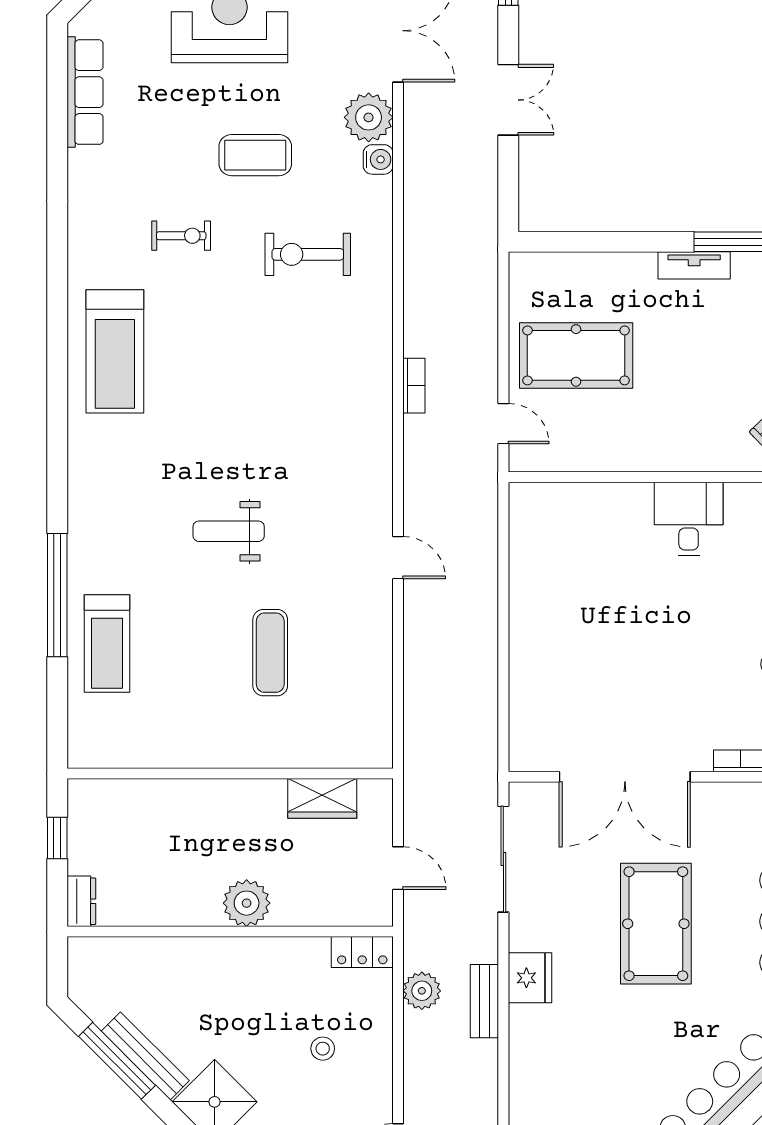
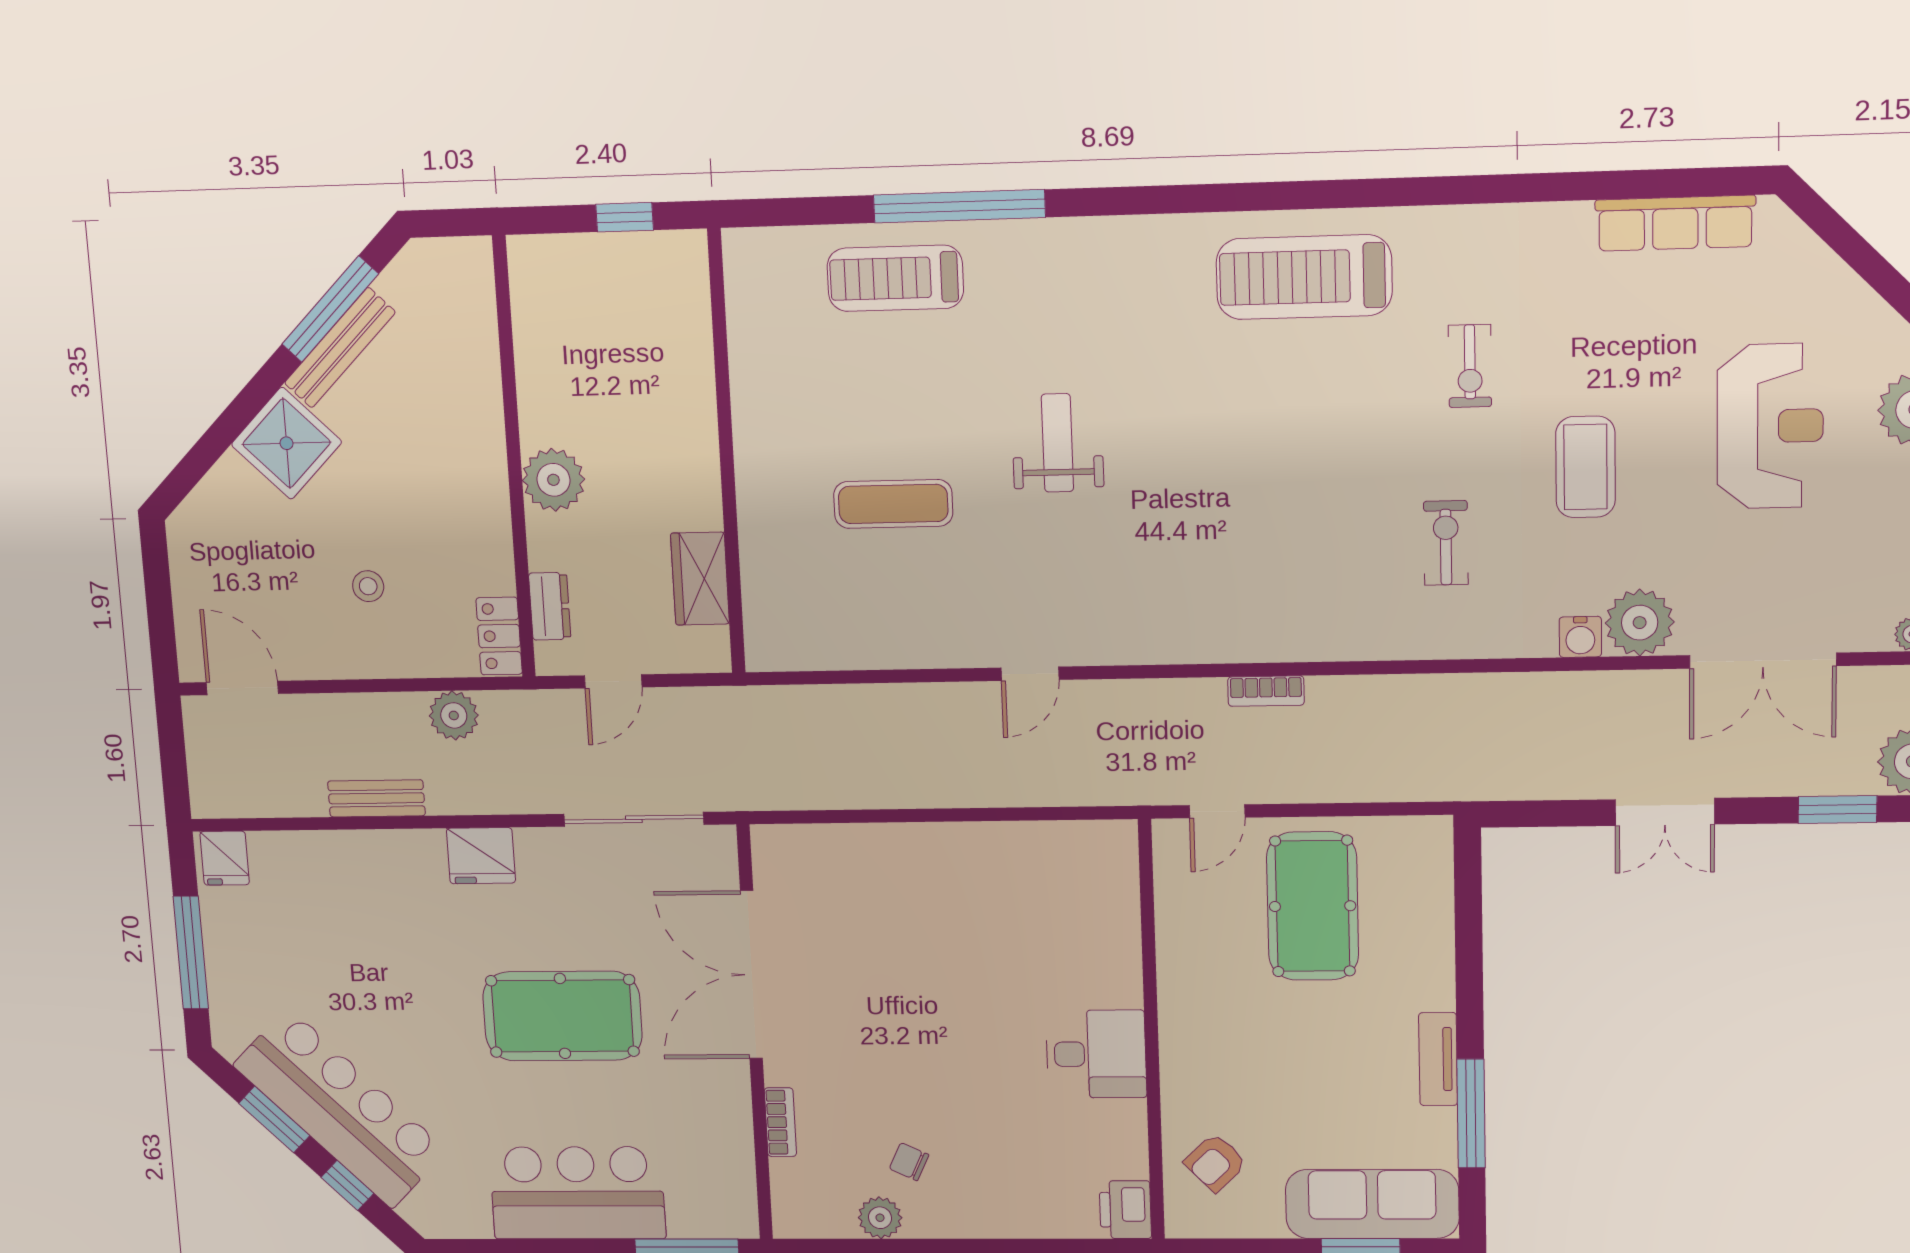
exercise bike: (308, 254) -> (1446, 543), width x0.73, depth x0.72
dresser: (81, 901) -> (550, 606), moved, turned -90
bench: (484, 1001) -> (376, 798), moved

